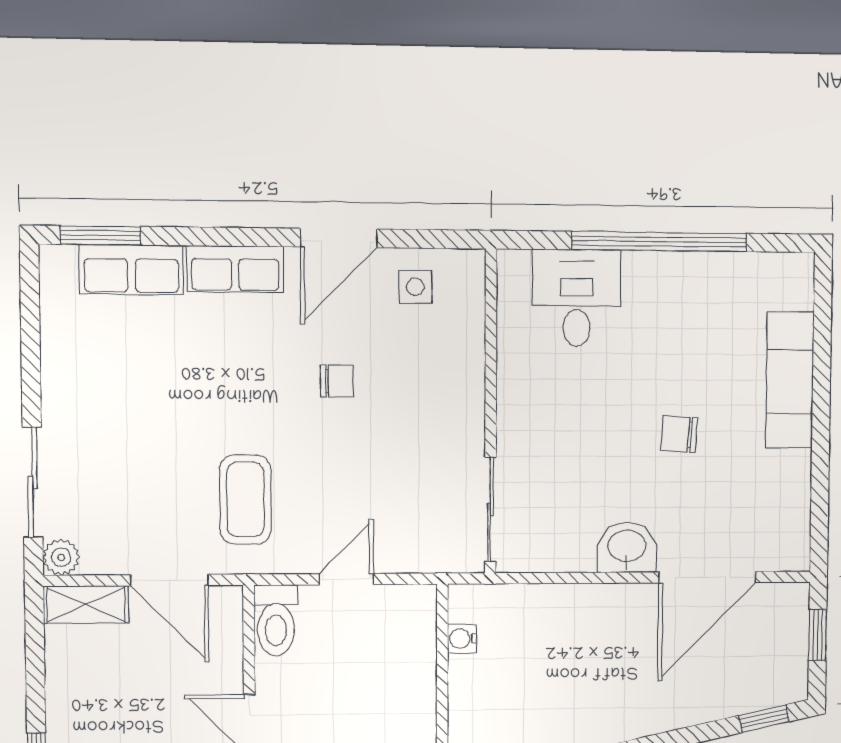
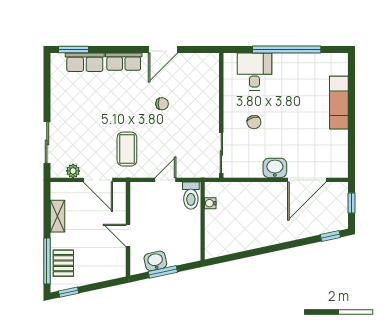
side table: (415, 287) -> (192, 68), removed
chair: (679, 434) -> (254, 122), moved, turned -110
plant: (61, 557) -> (73, 171), moved
shelving: (86, 605) -> (58, 216), moved, turned 90
toilet: (276, 620) -> (191, 196), moved

